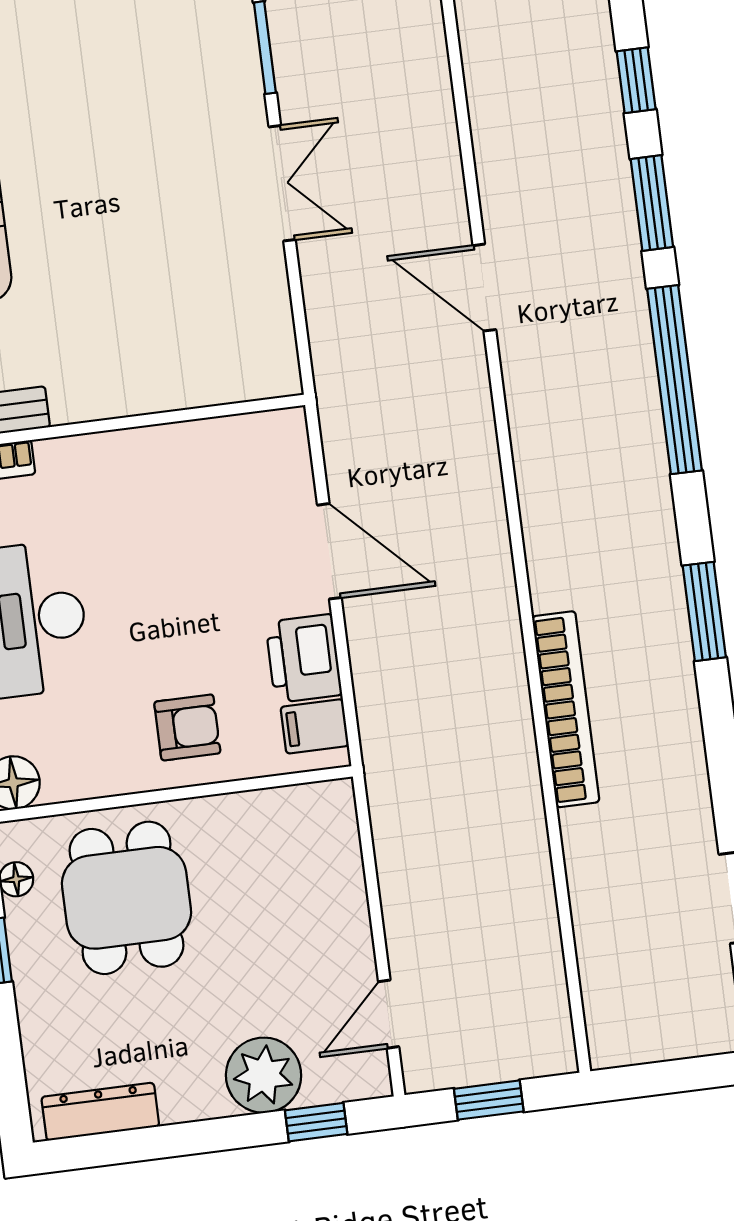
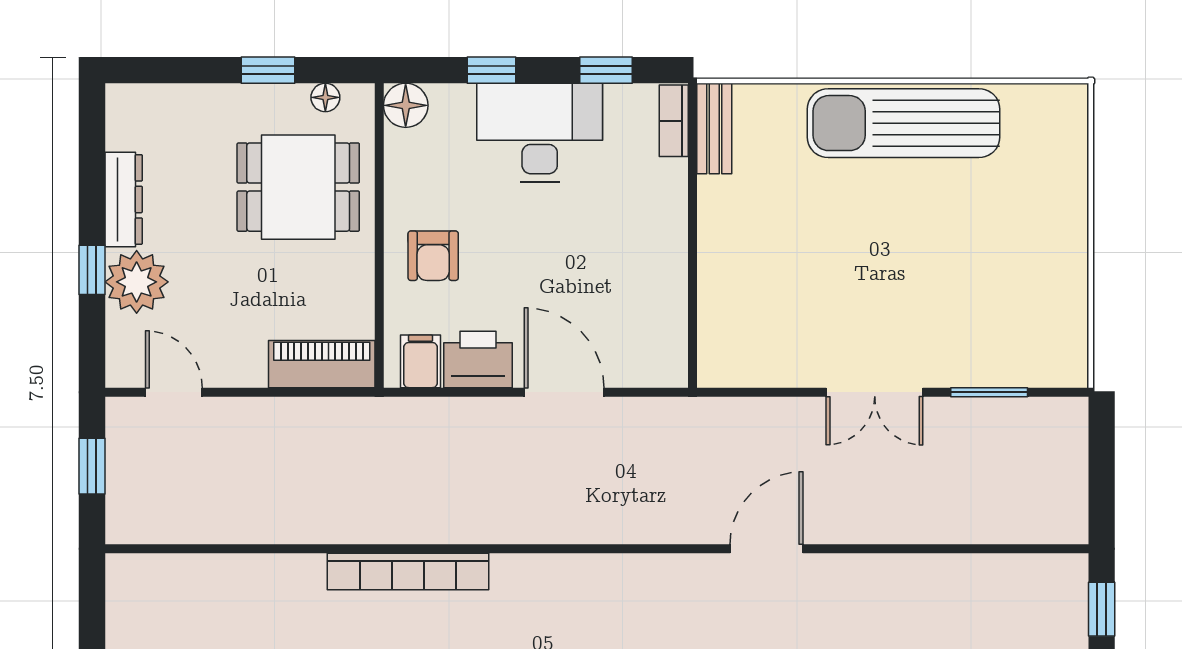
door: (329, 551) -> (564, 392), swing flipped
piano: (333, 843) -> (322, 364), added
dresser: (100, 1112) -> (124, 199), moved
window: (316, 1122) -> (92, 270), moved

